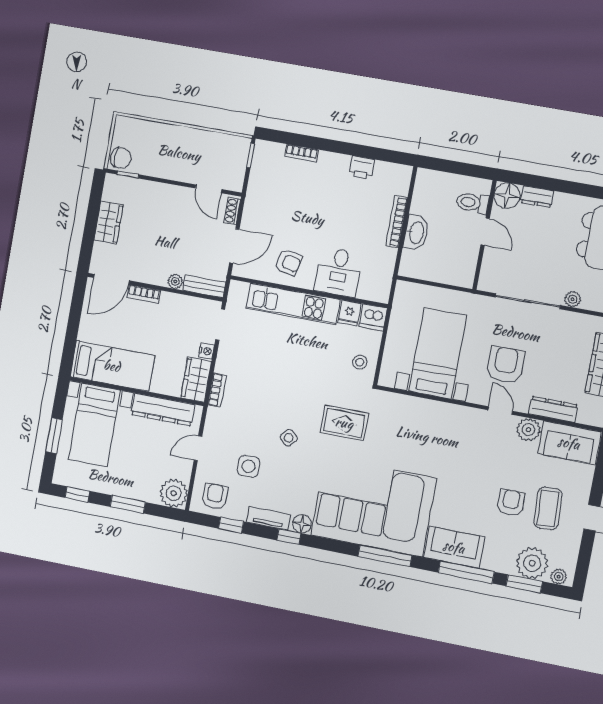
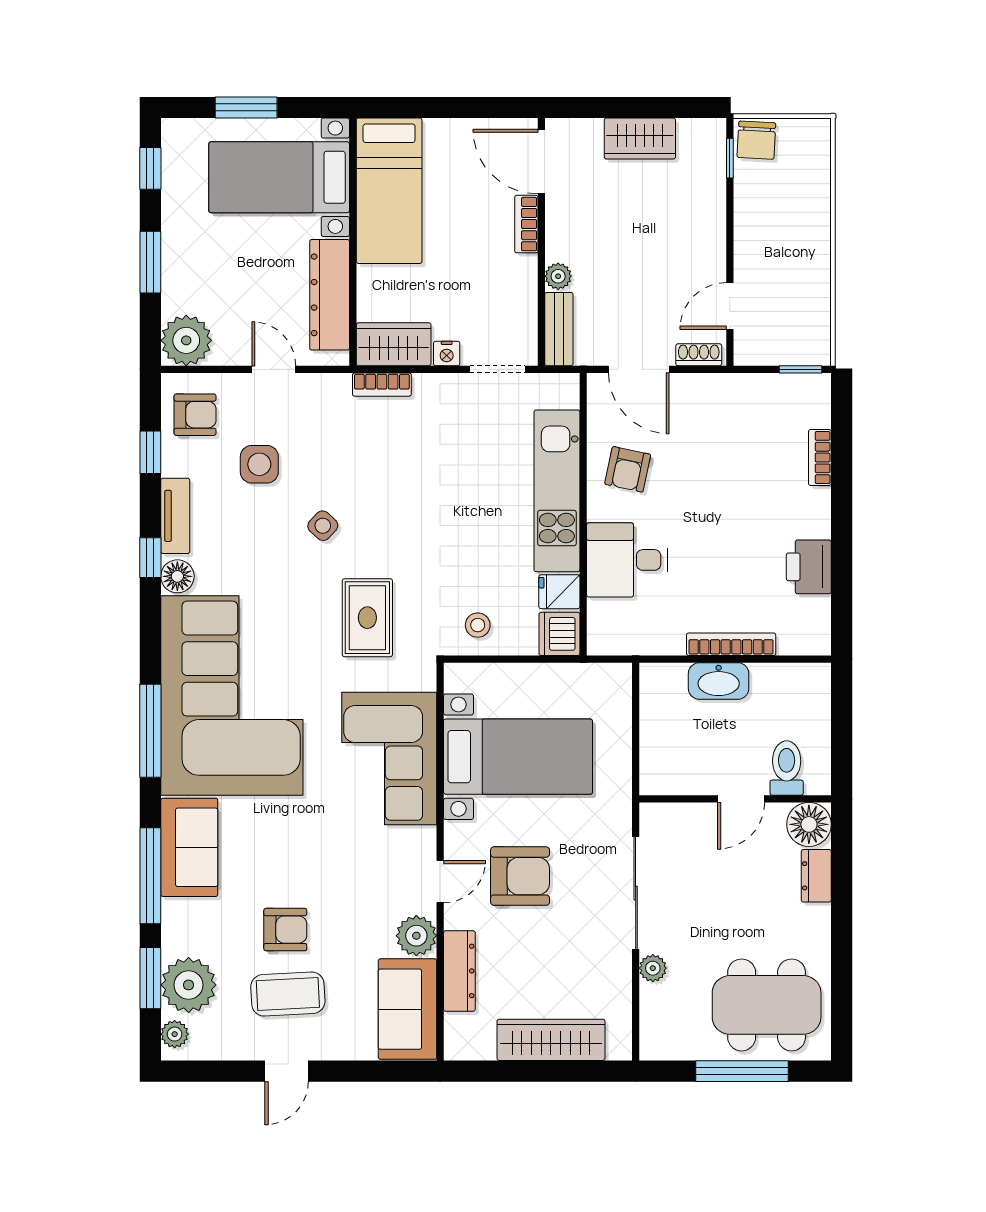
printer: (362, 168) -> (809, 567), width x1.36, depth x1.24
corner sofa: (425, 426) -> (389, 759), added

